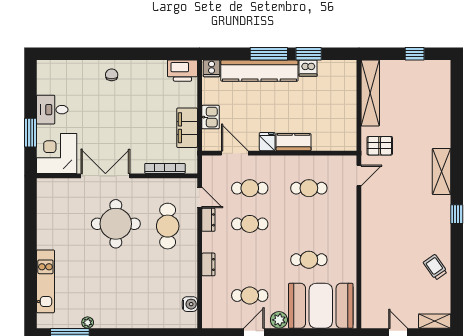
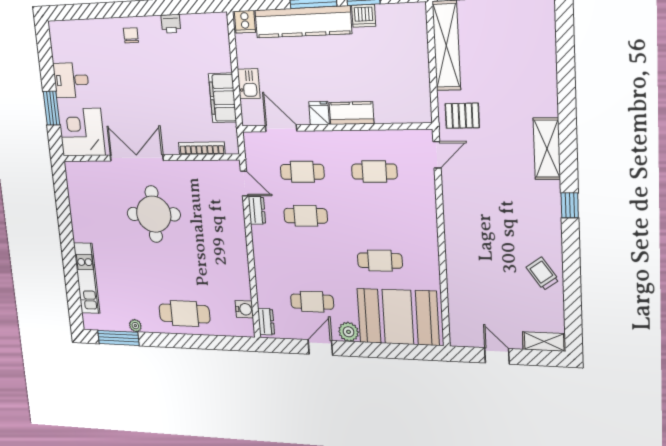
printer: (182, 71) -> (171, 24), moved, width x0.53, depth x0.68
cafe table: (168, 226) -> (184, 314), moved, turned 90
dresser: (208, 264) -> (266, 322), moved

